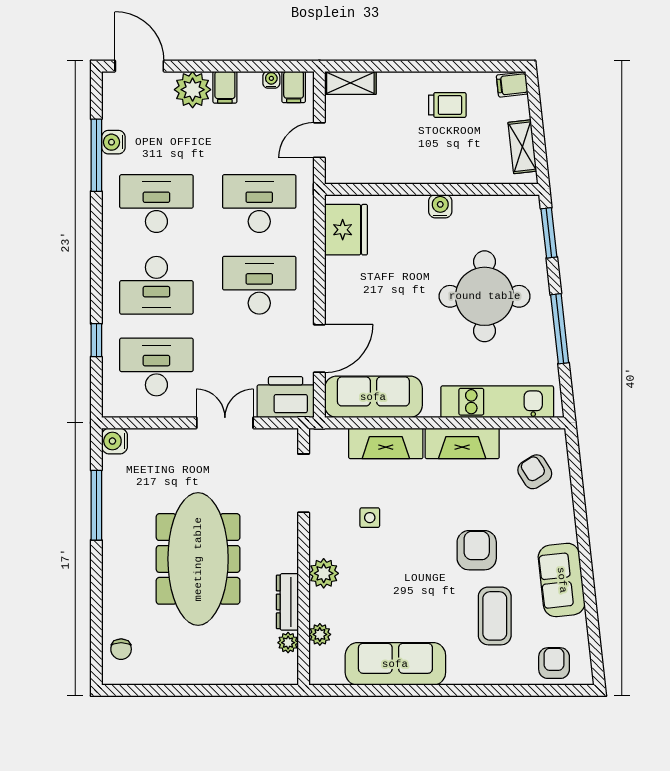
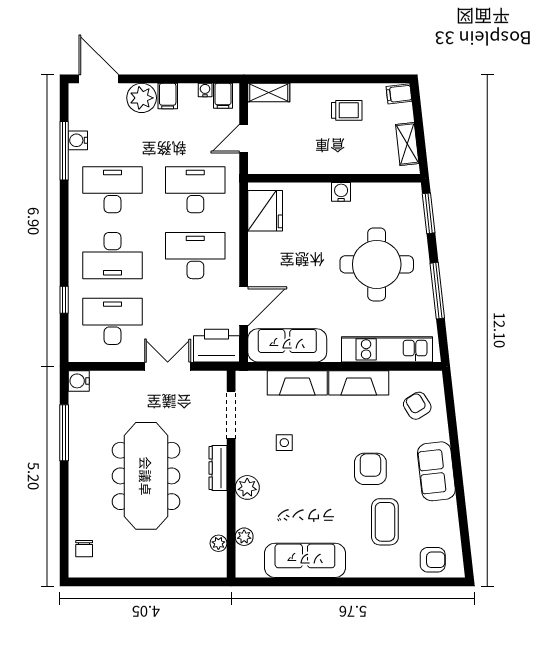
sofa: (562, 580) -> (436, 471), moved
dresser: (287, 602) -> (218, 468), moved
armchair: (554, 663) -> (433, 560), turned 90

